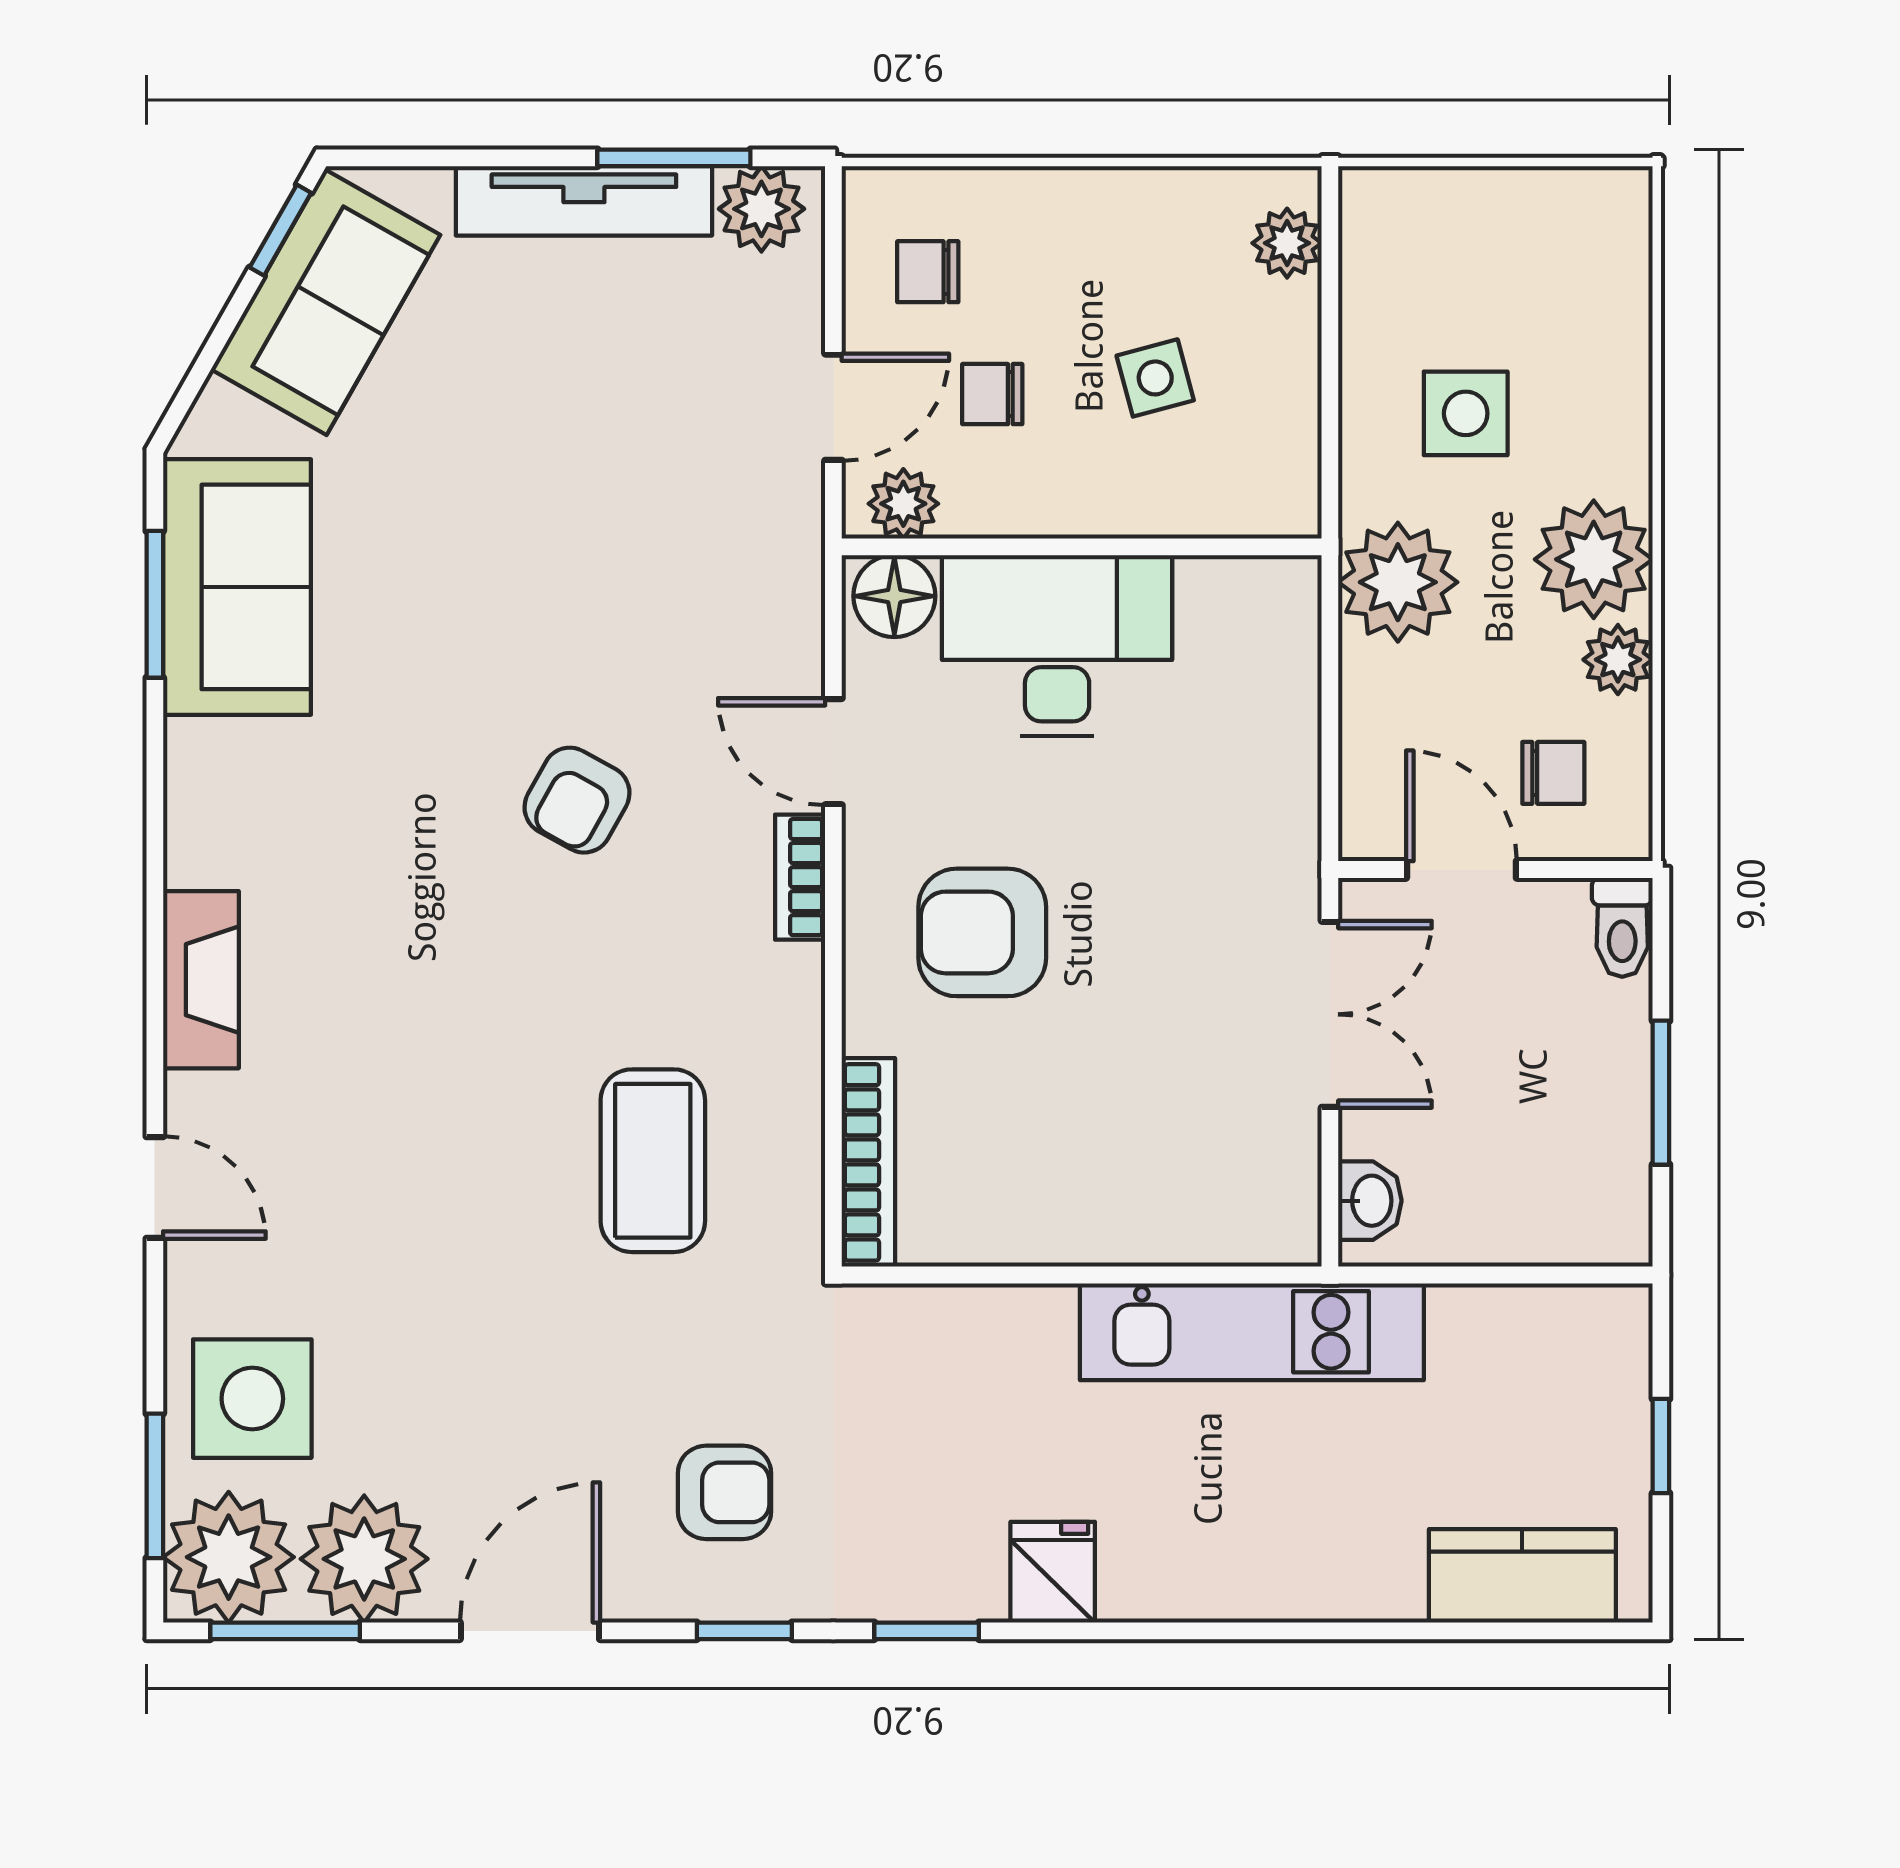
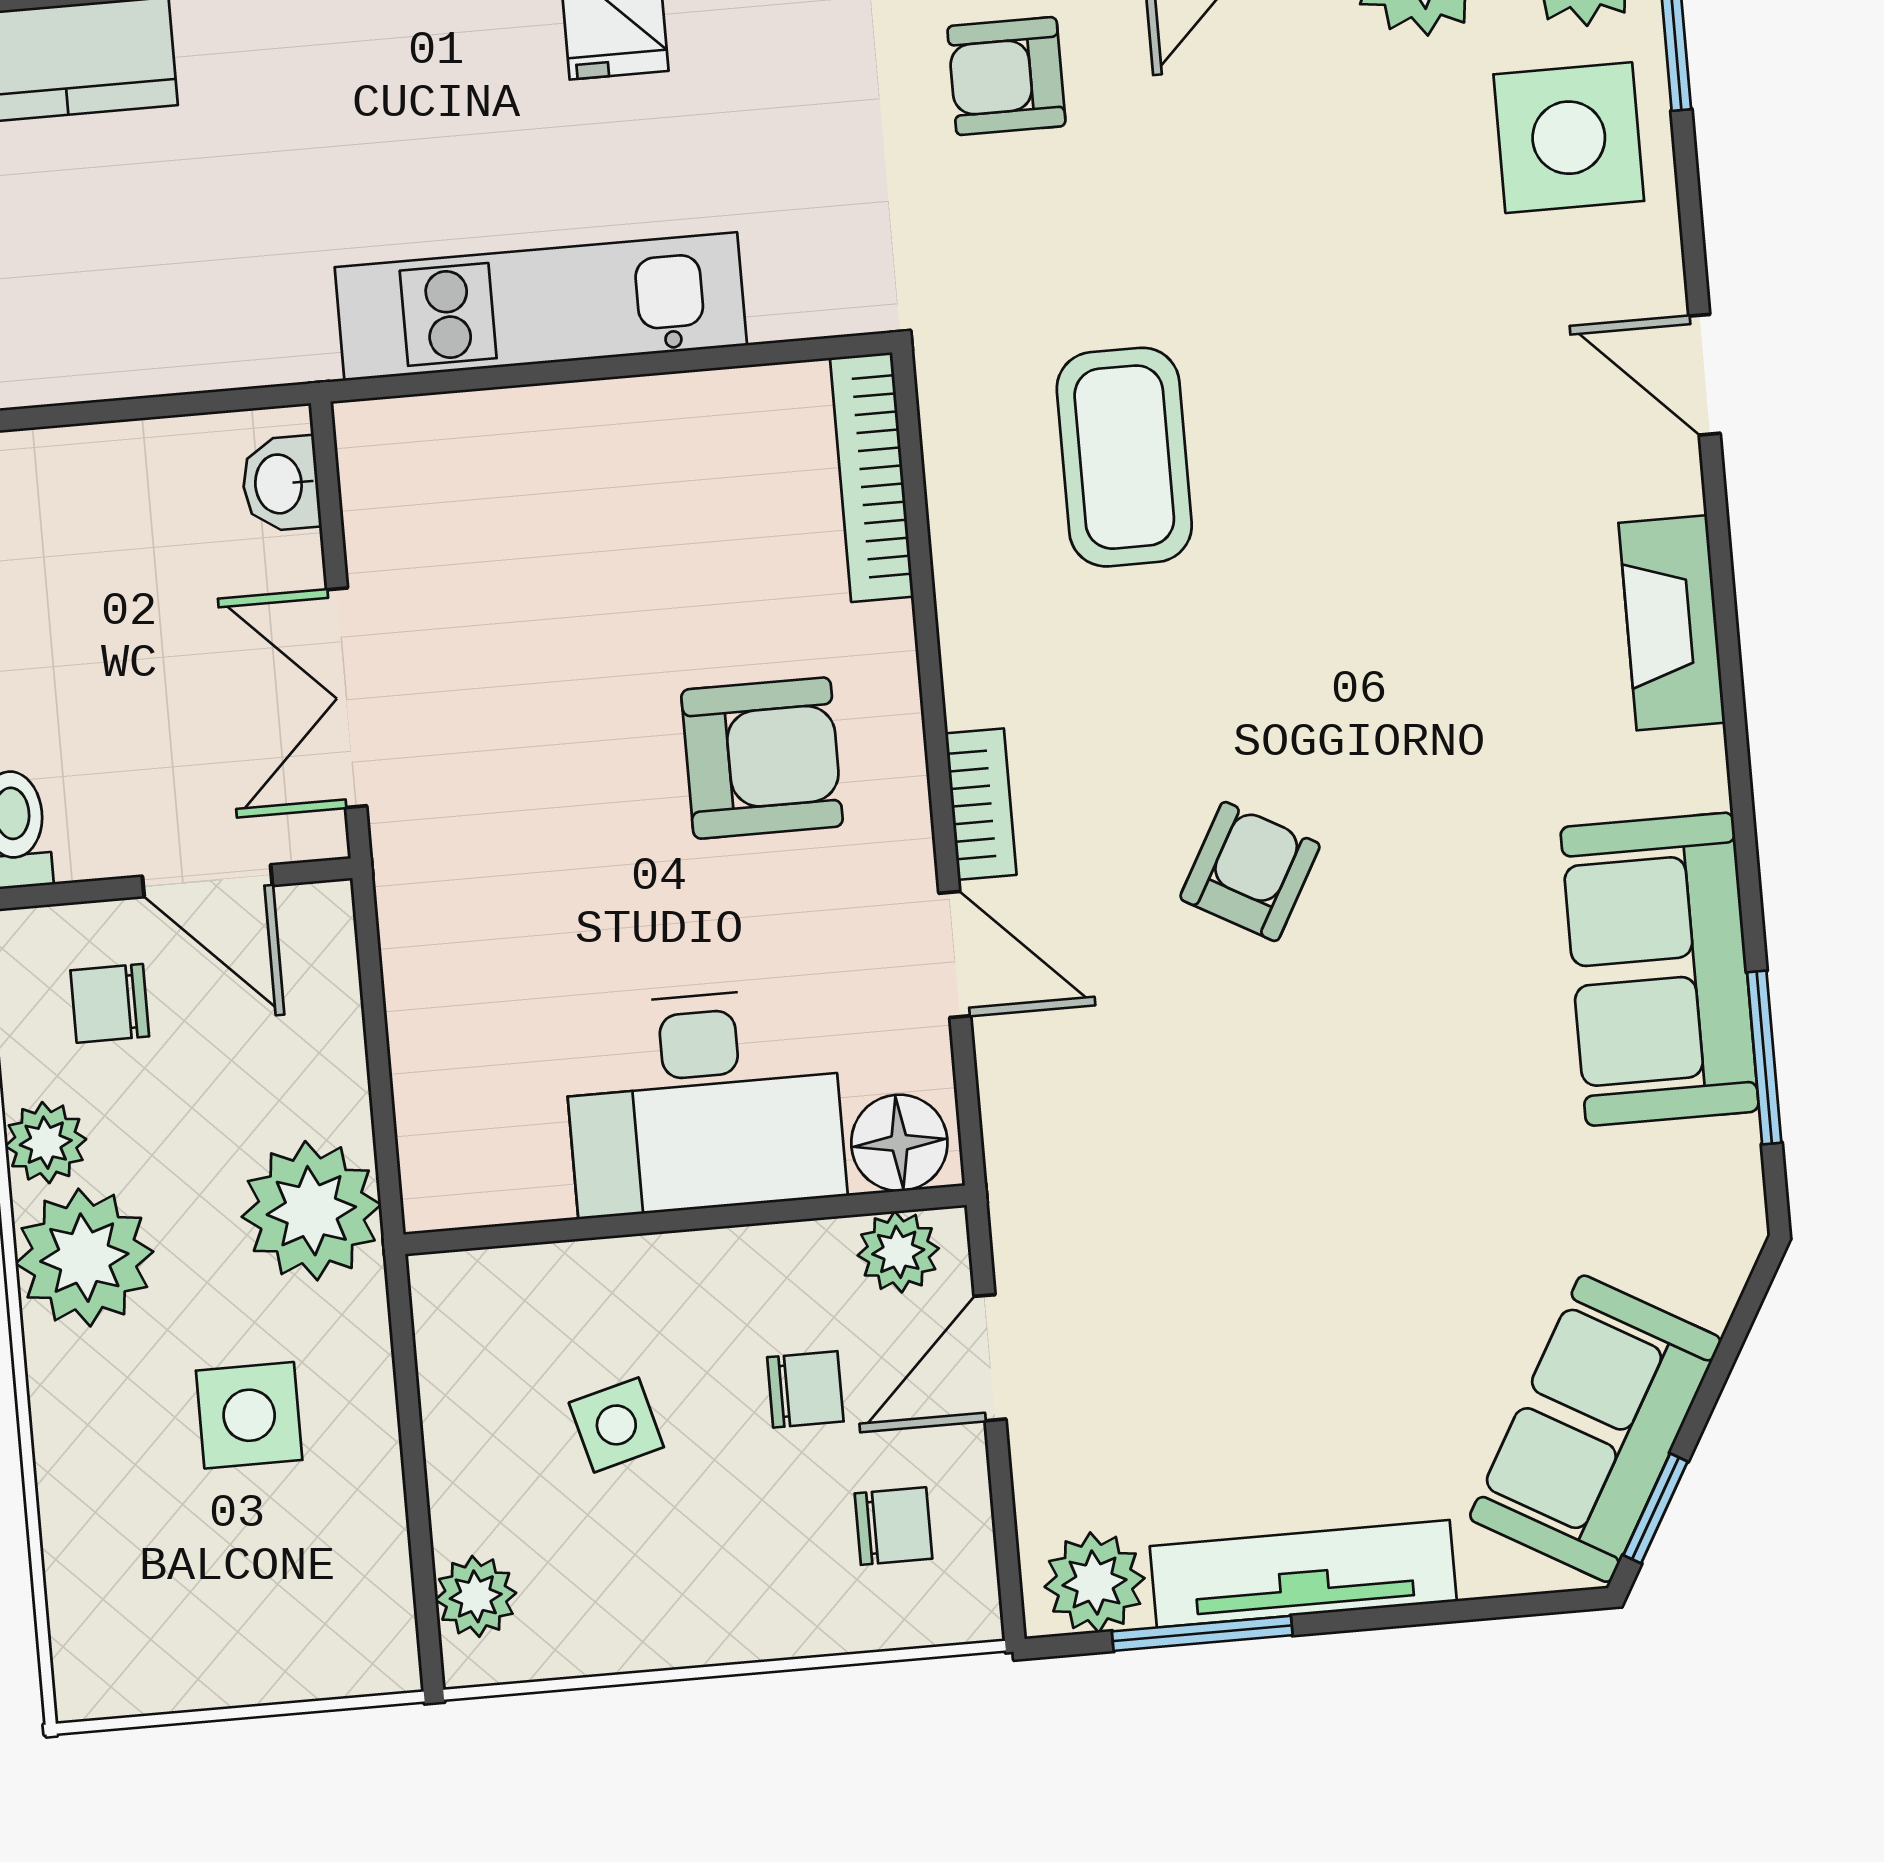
sofa: (237, 587) -> (1660, 969), moved
kitchen unit: (1252, 1332) -> (541, 306), moved

